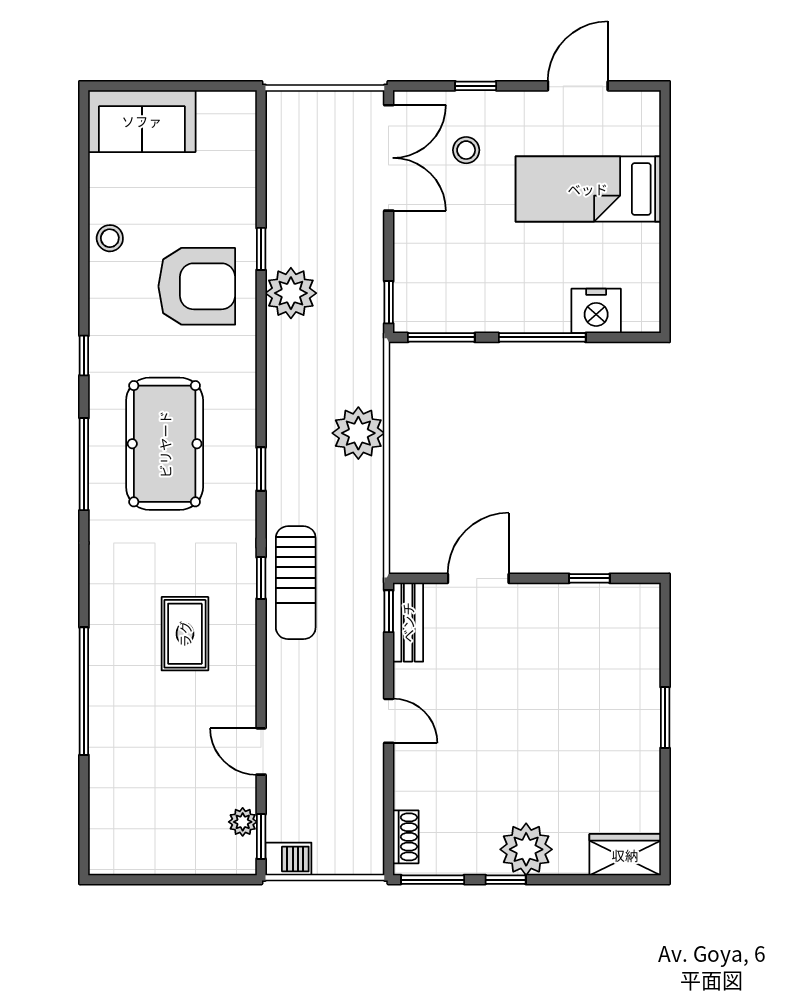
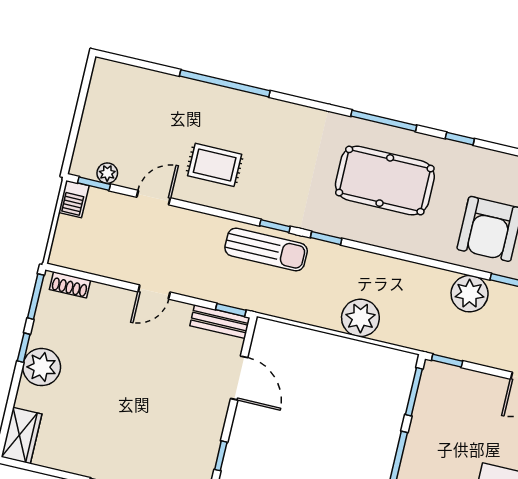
window: (261, 469) -> (326, 238), moved
sun lounger: (296, 583) -> (266, 250), turned 180
rug: (185, 634) -> (215, 165), moved

